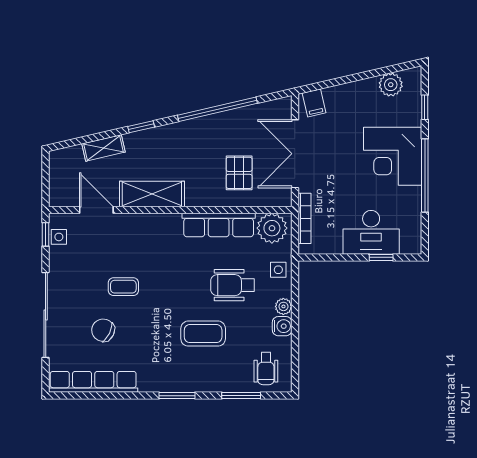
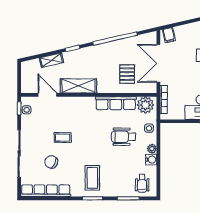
coffee table: (203, 334) -> (92, 178), moved, turned 90

